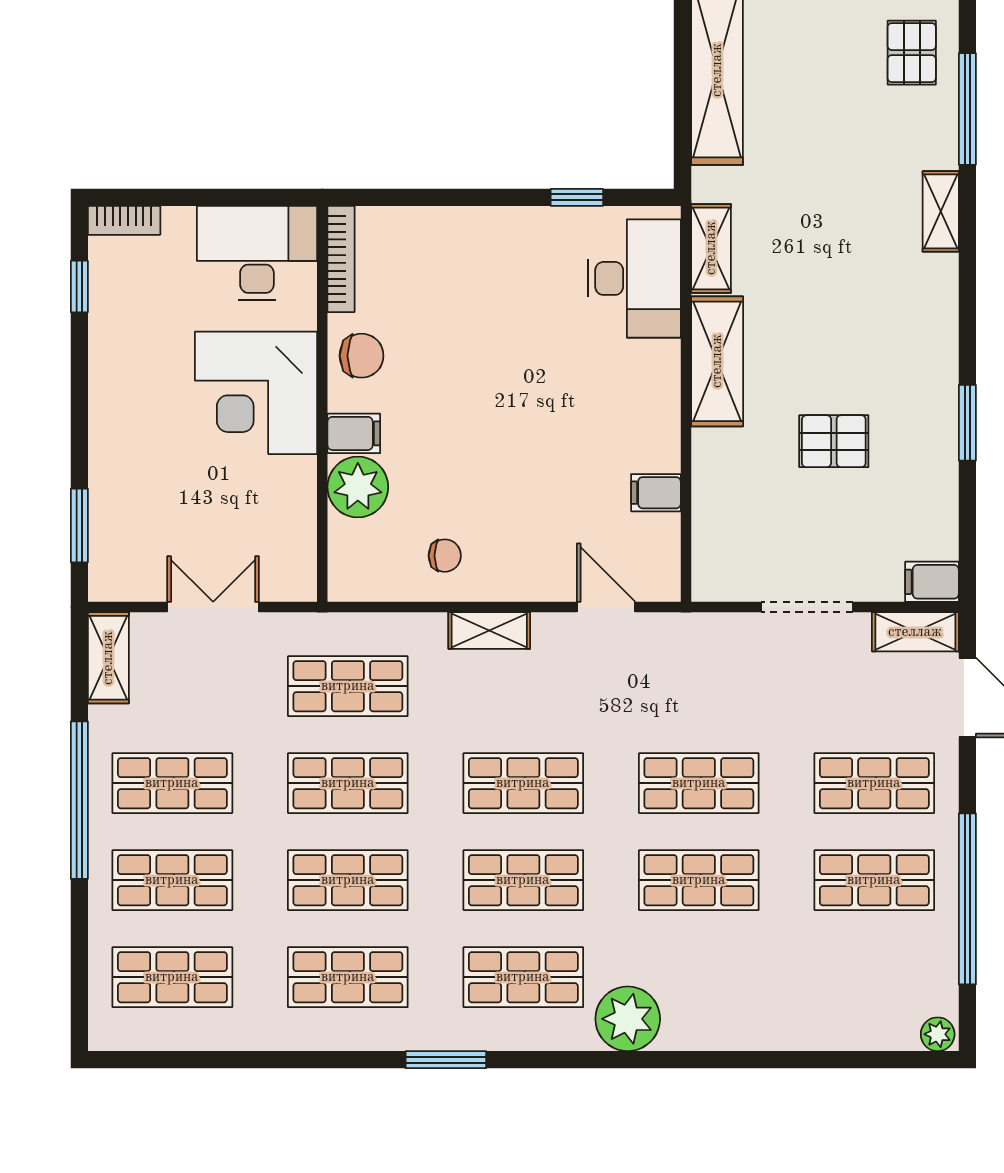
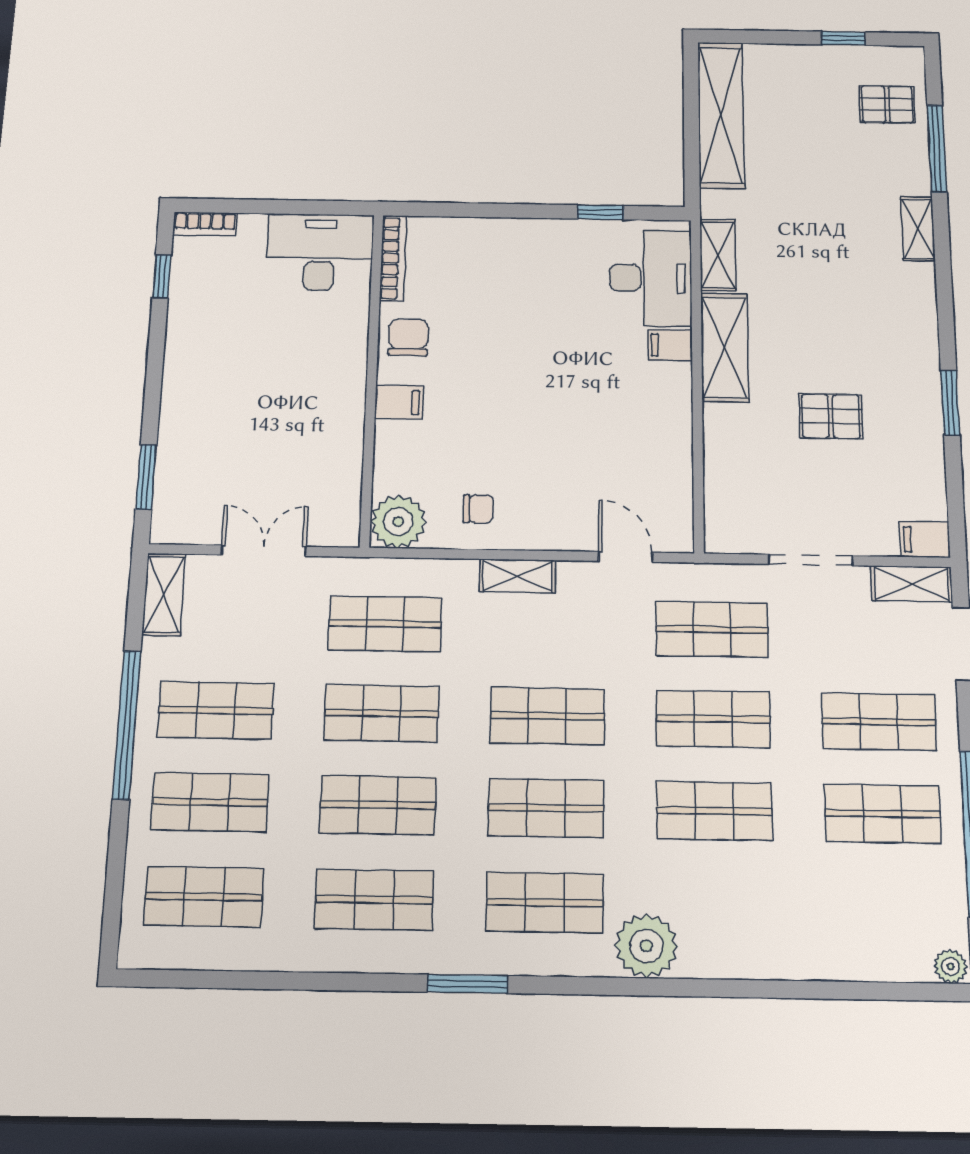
pallet: (912, 53) -> (887, 104), turned 90
chair: (362, 356) -> (408, 337), turned -90
corner desk: (256, 393) -> (313, 367), removed
plant: (358, 487) -> (398, 522), moved
filing cabinet: (656, 493) -> (670, 345), moved
shop shelf: (699, 686) -> (712, 629), added

